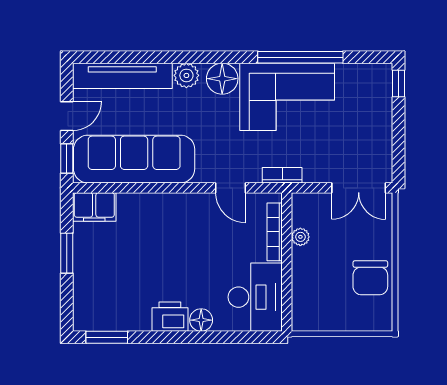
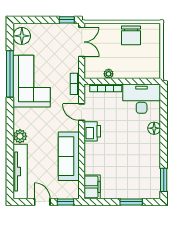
floor lamp: (222, 79) -> (22, 36), moved
window: (399, 83) -> (67, 20), moved
sofa: (134, 159) -> (69, 156), width x0.74, depth x0.79
door: (231, 188) -> (82, 112), swing flipped
window: (67, 253) -> (131, 202), moved
chair: (370, 278) -> (131, 35), turned 90
printer: (170, 317) -> (92, 131), moved, turned 180

